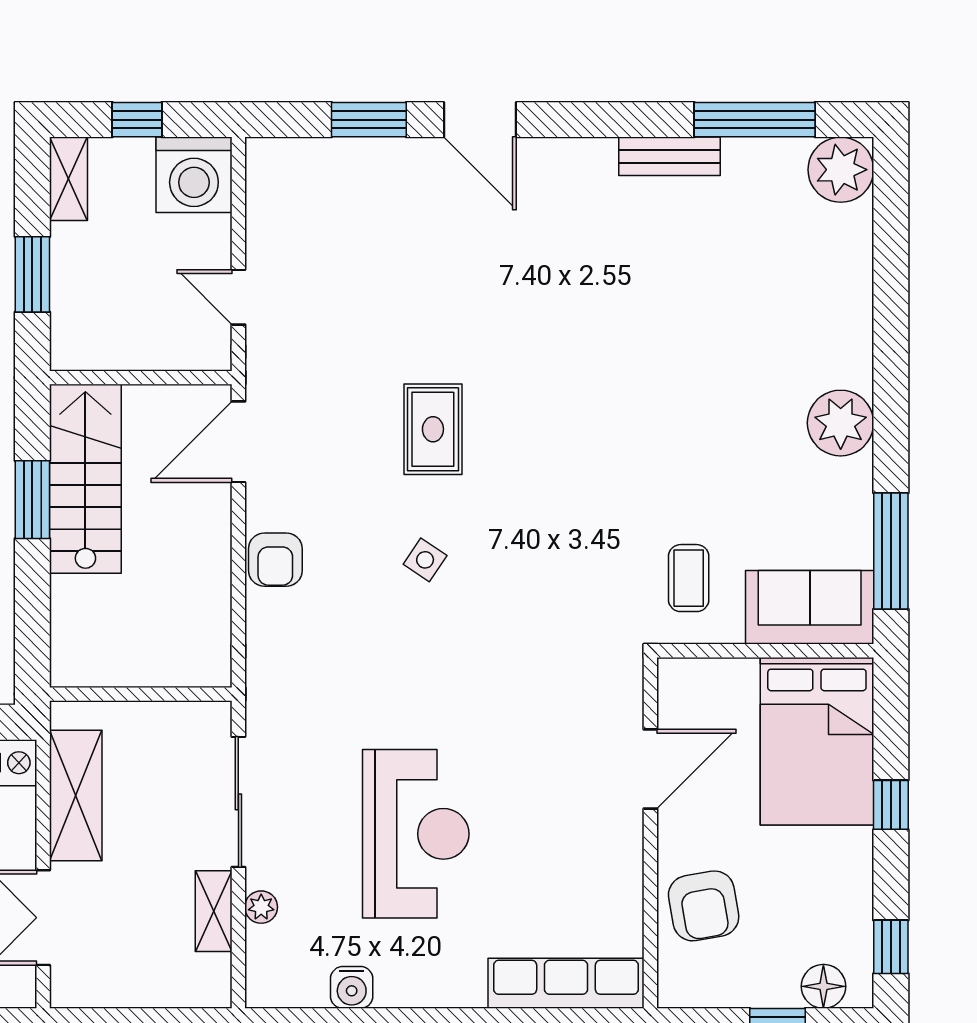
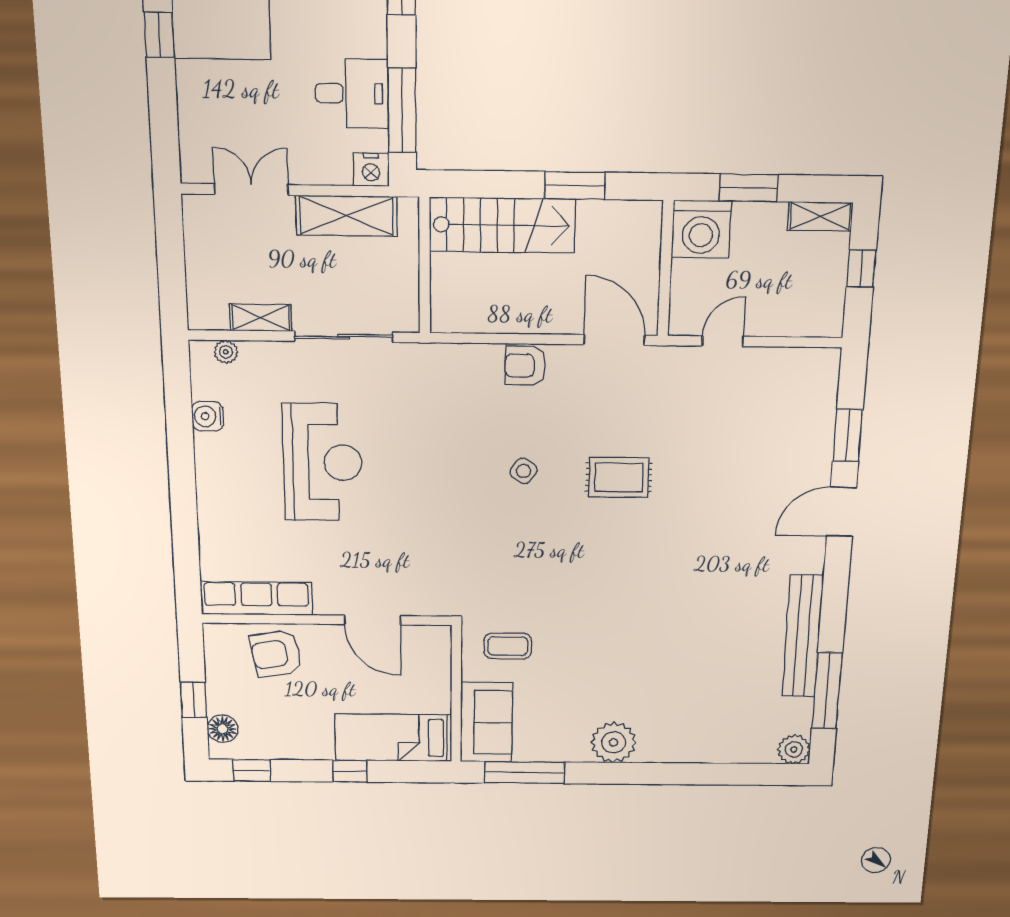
bench: (669, 156) -> (803, 636), width x1.86, depth x1.21
plant: (841, 170) -> (794, 749), width x0.73, depth x0.73
washing machine: (194, 175) -> (701, 229), moved, turned -90
stairs: (85, 479) -> (502, 225), moved
bed: (817, 741) -> (393, 738), width x0.67
reception desk: (416, 834) -> (323, 462), turned -90
plant: (261, 907) -> (226, 352), moved
row of seats: (566, 983) -> (257, 598), moved, turned -90

